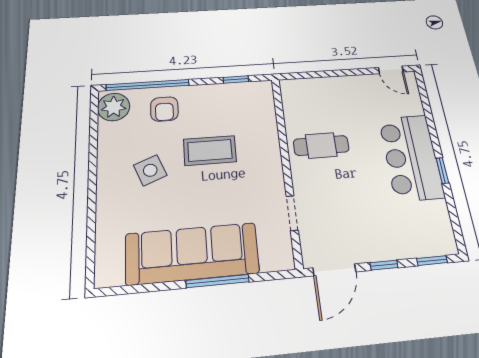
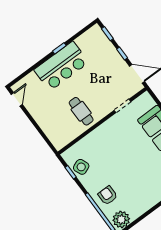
armchair: (164, 109) -> (108, 195), turned -90
coffee table: (210, 150) -> (115, 161), removed
side table: (150, 170) -> (81, 167), moved

